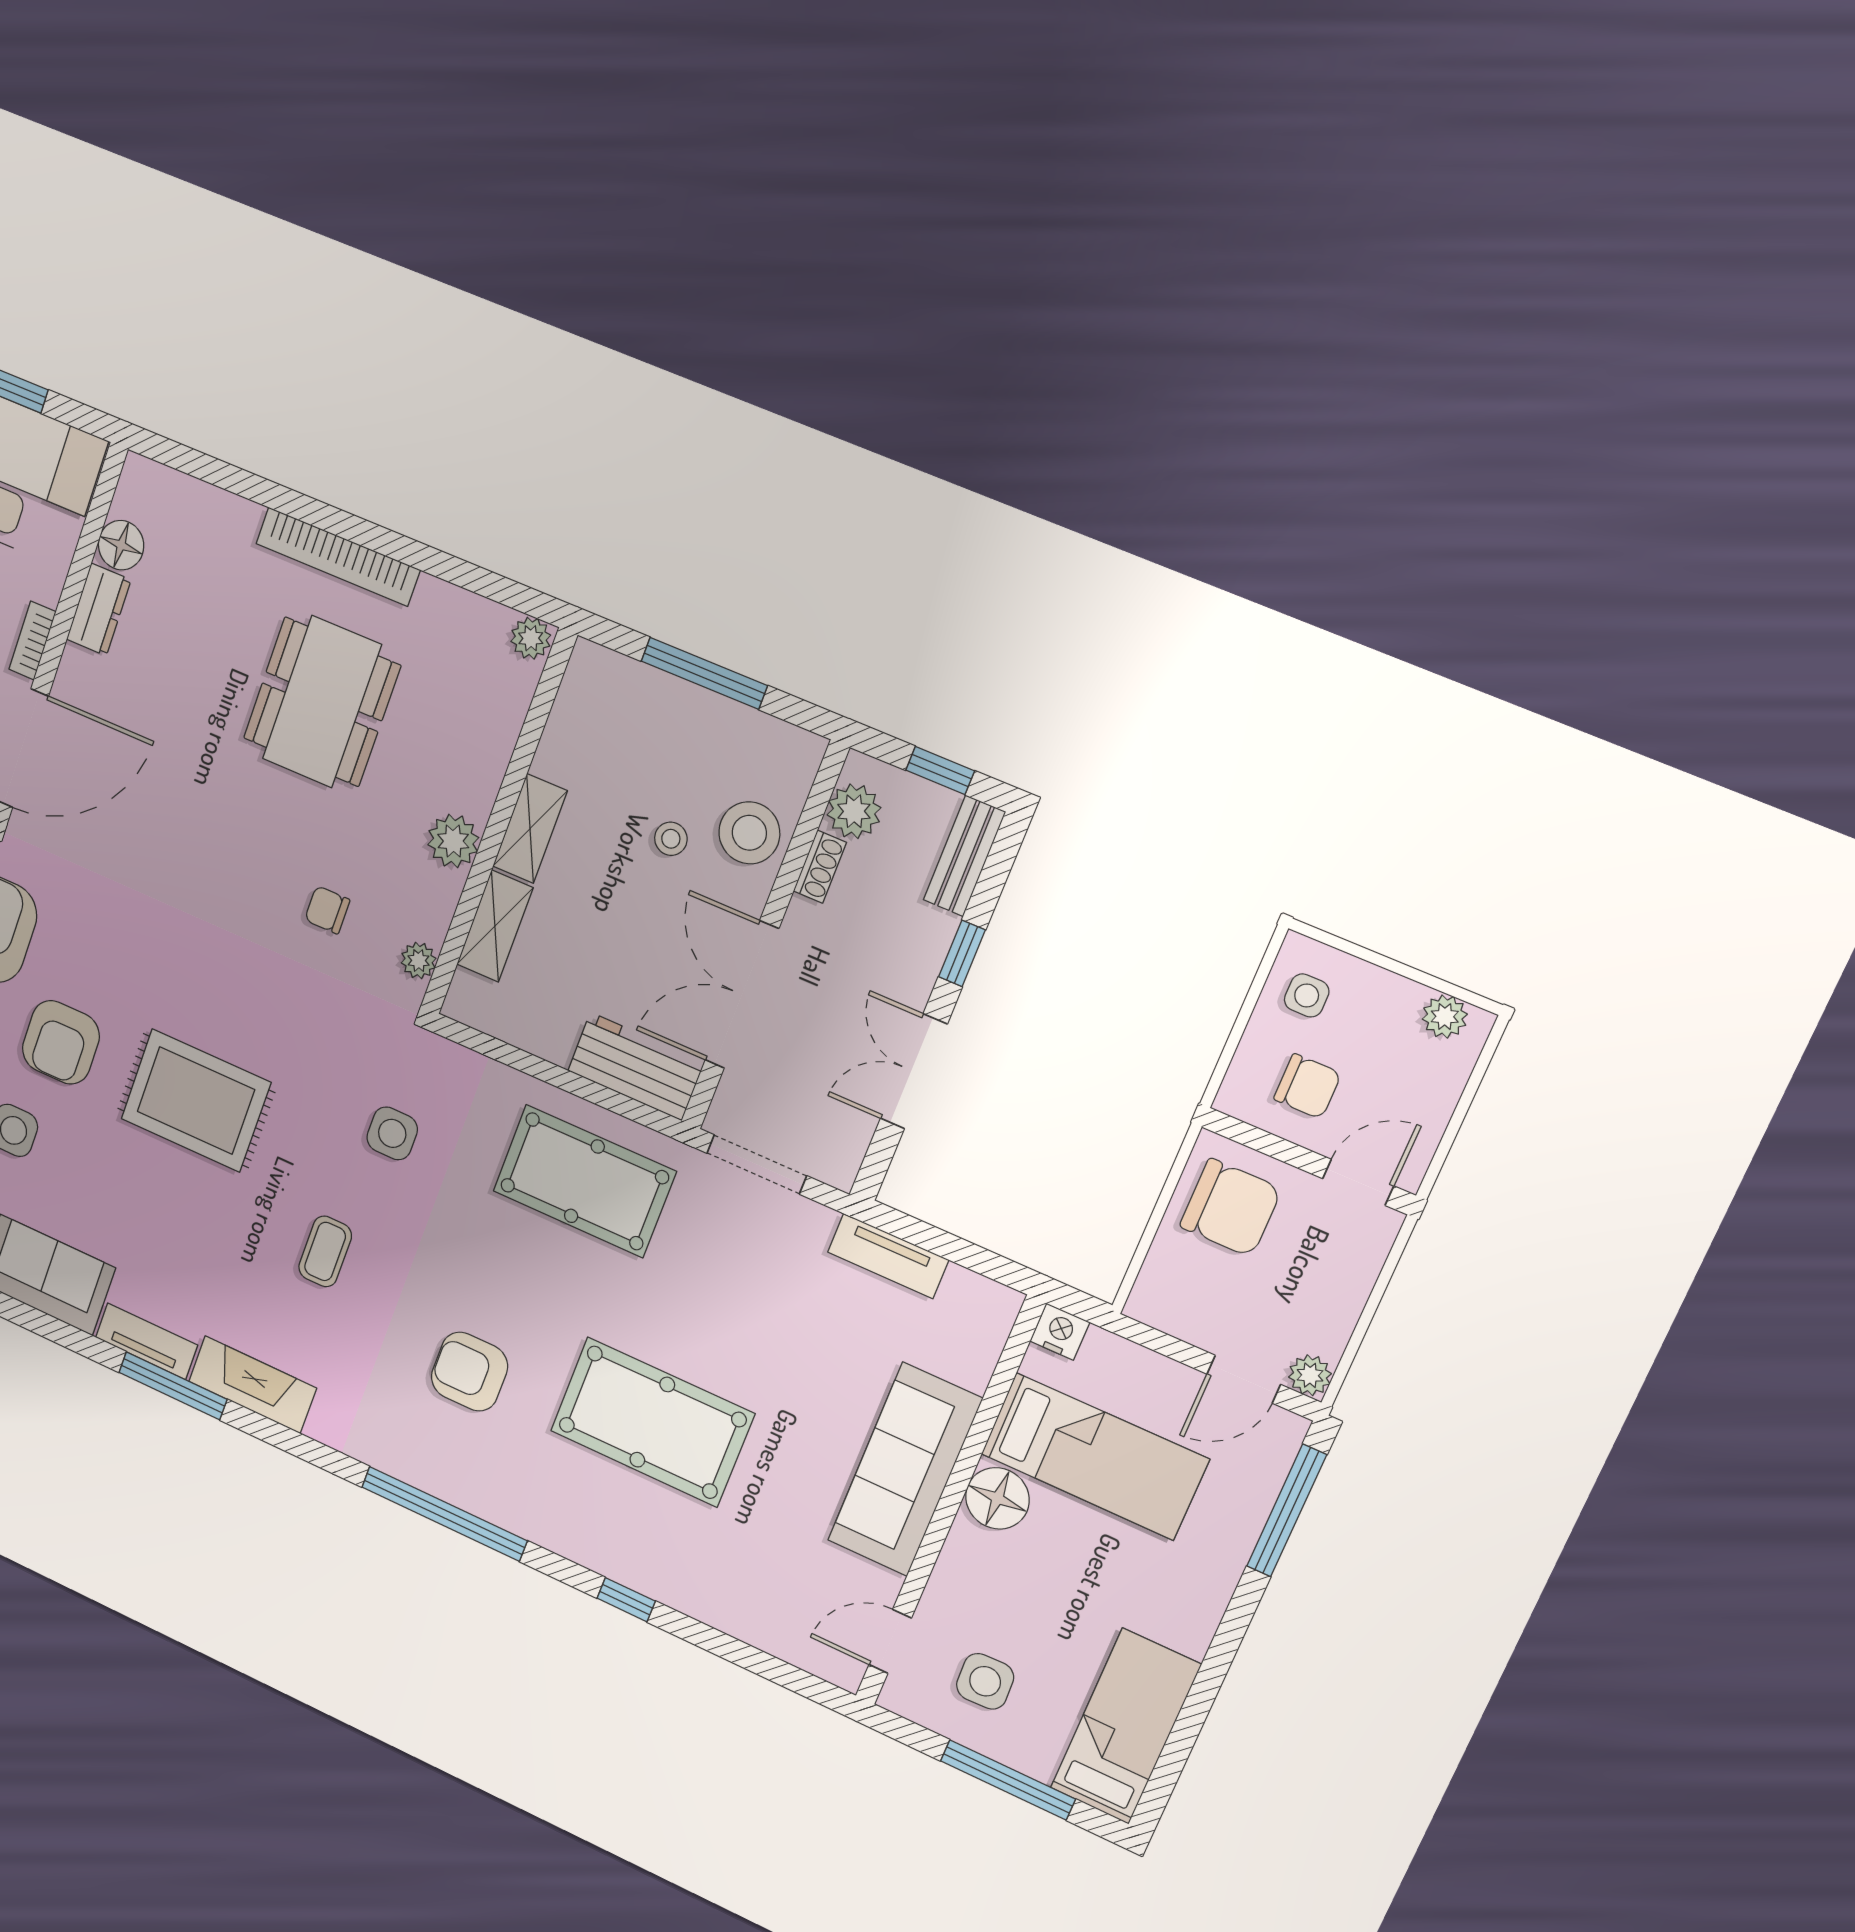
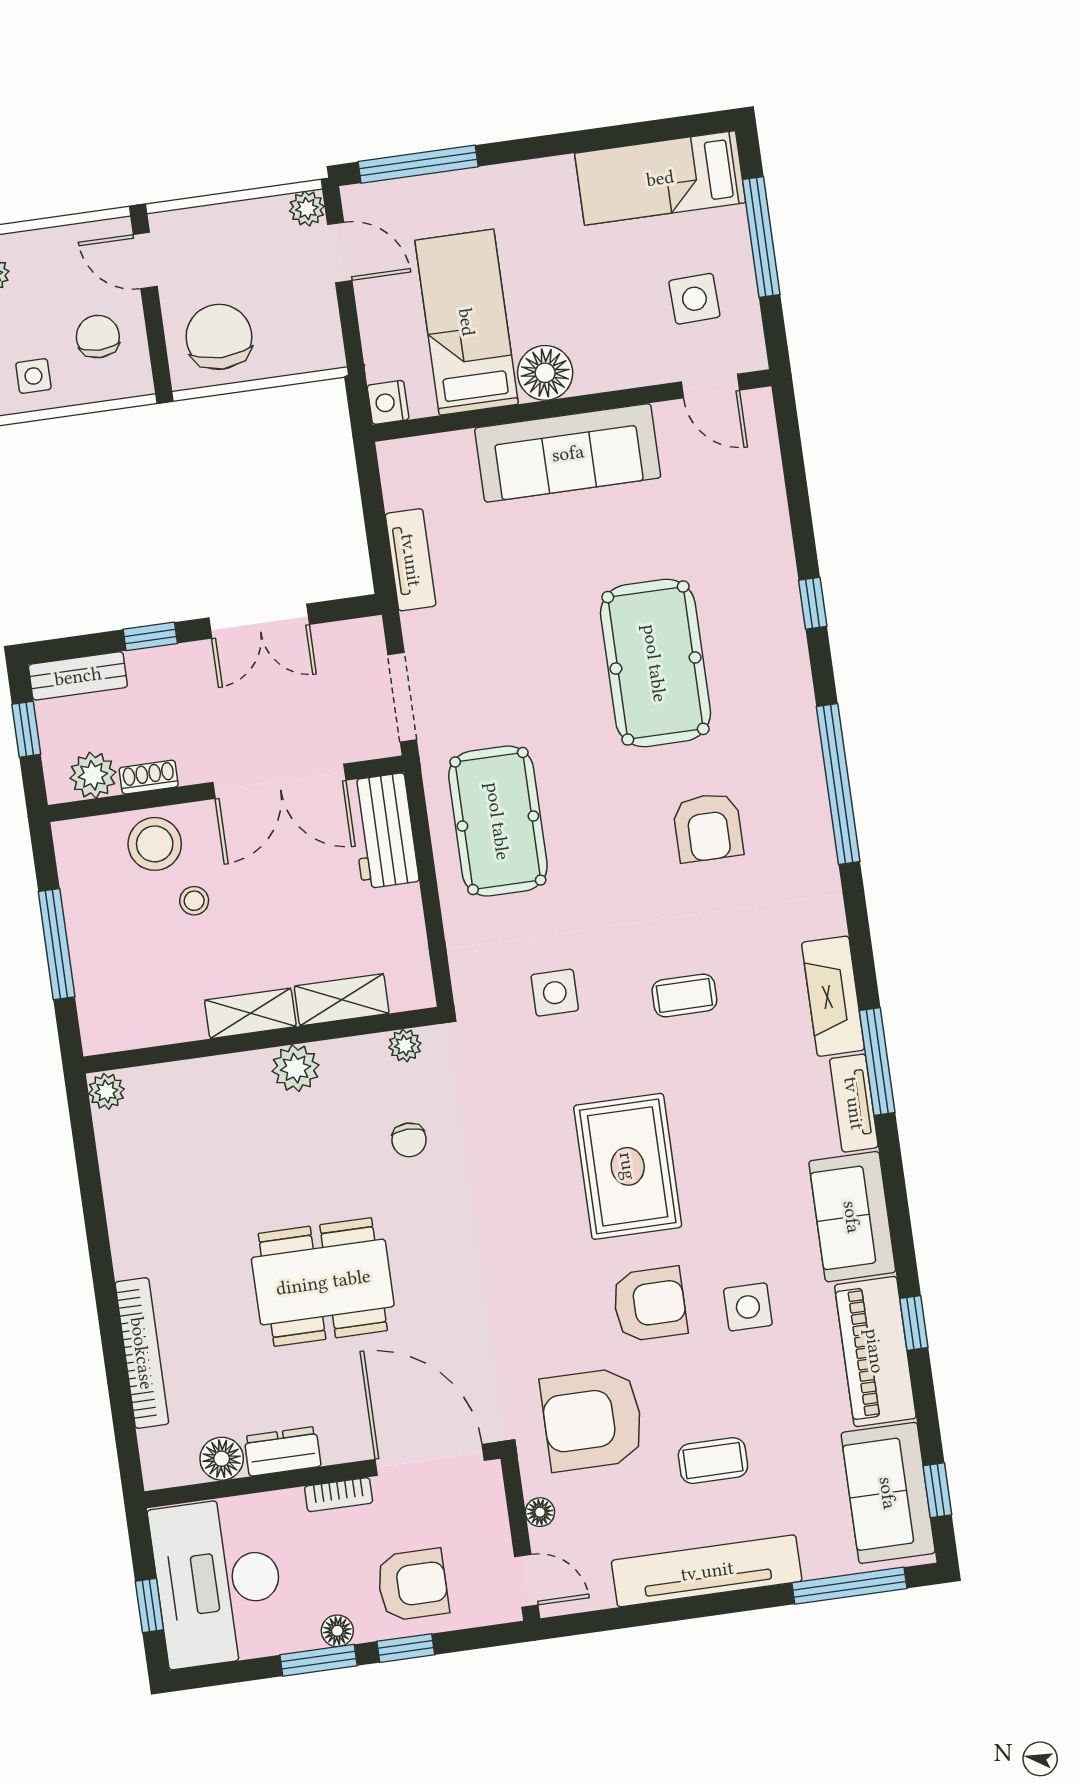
bookcase: (338, 557) -> (142, 1353), moved
dining table: (322, 702) -> (323, 1282), moved

